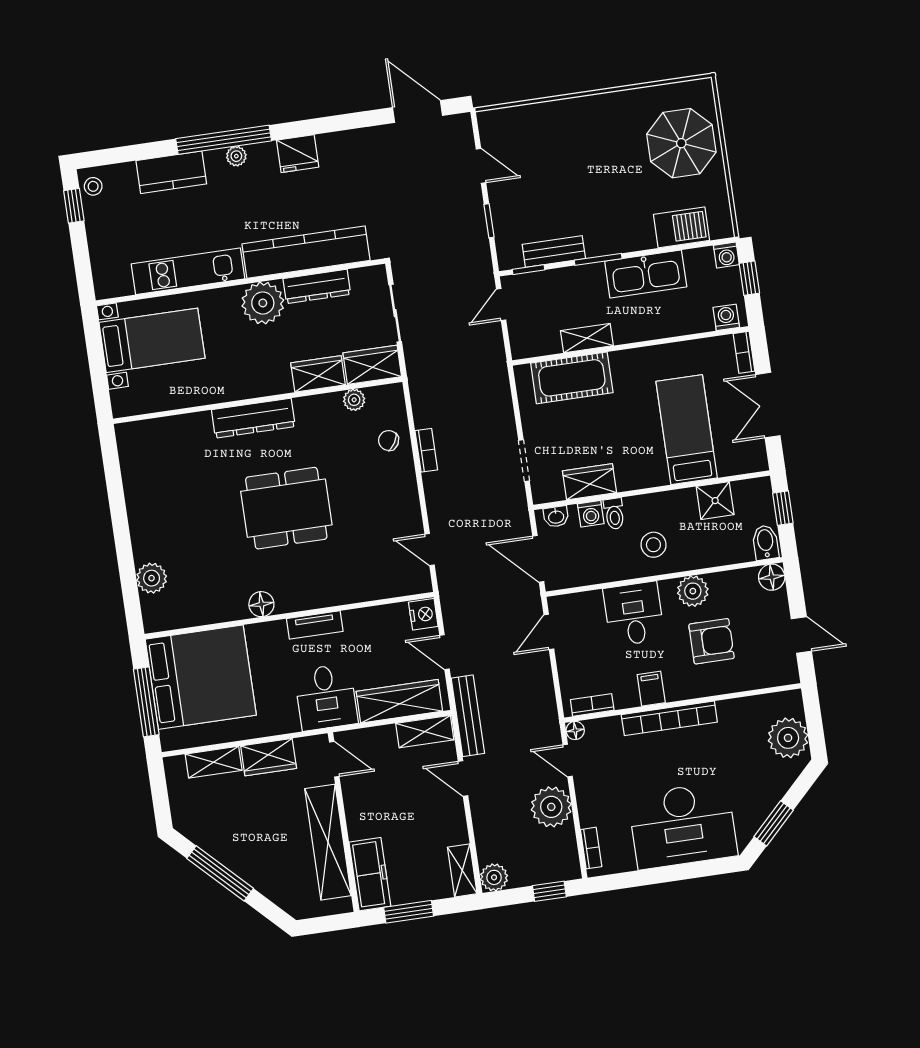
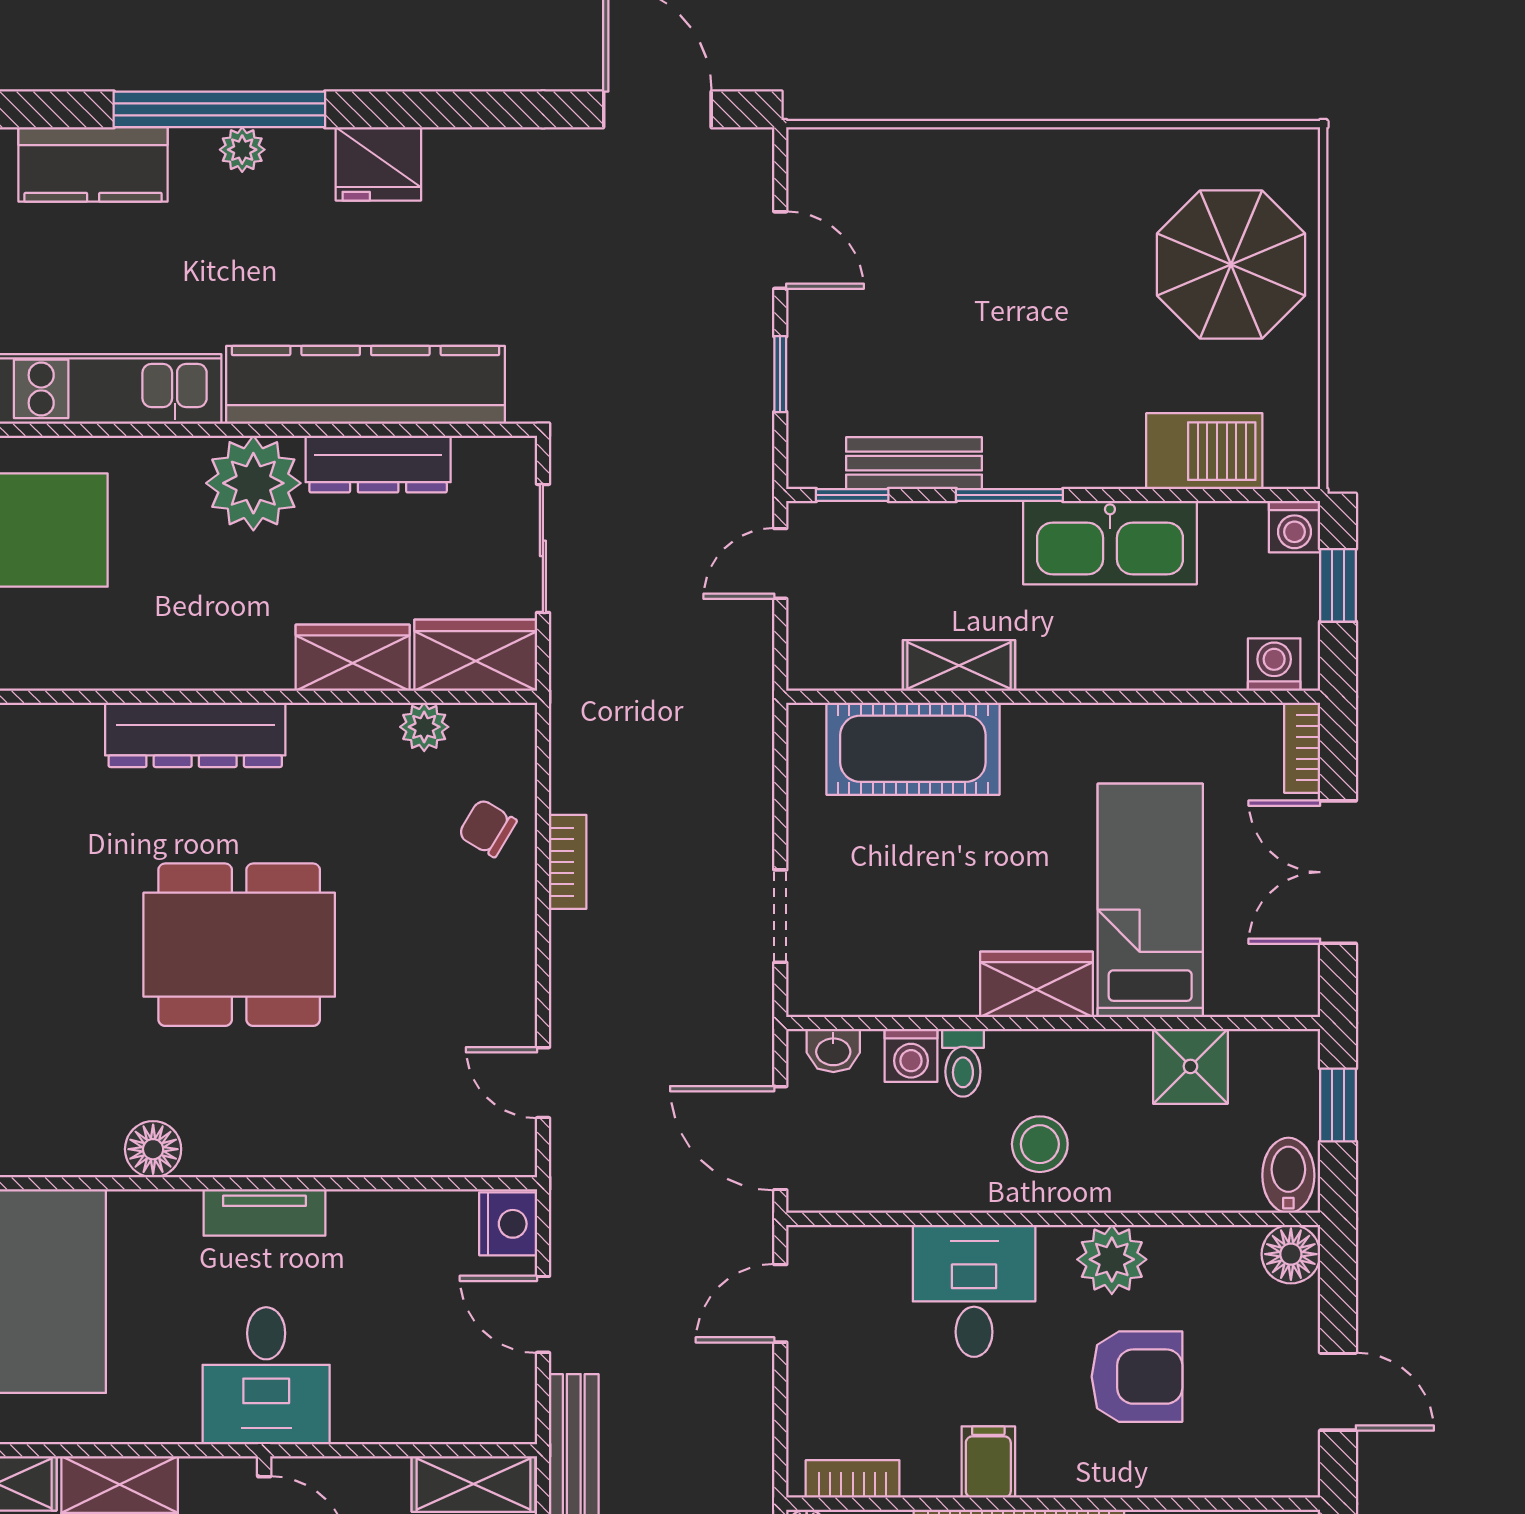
wardrobe: (590, 482) -> (1037, 984), moved
wardrobe: (399, 701) -> (427, 1409), removed

